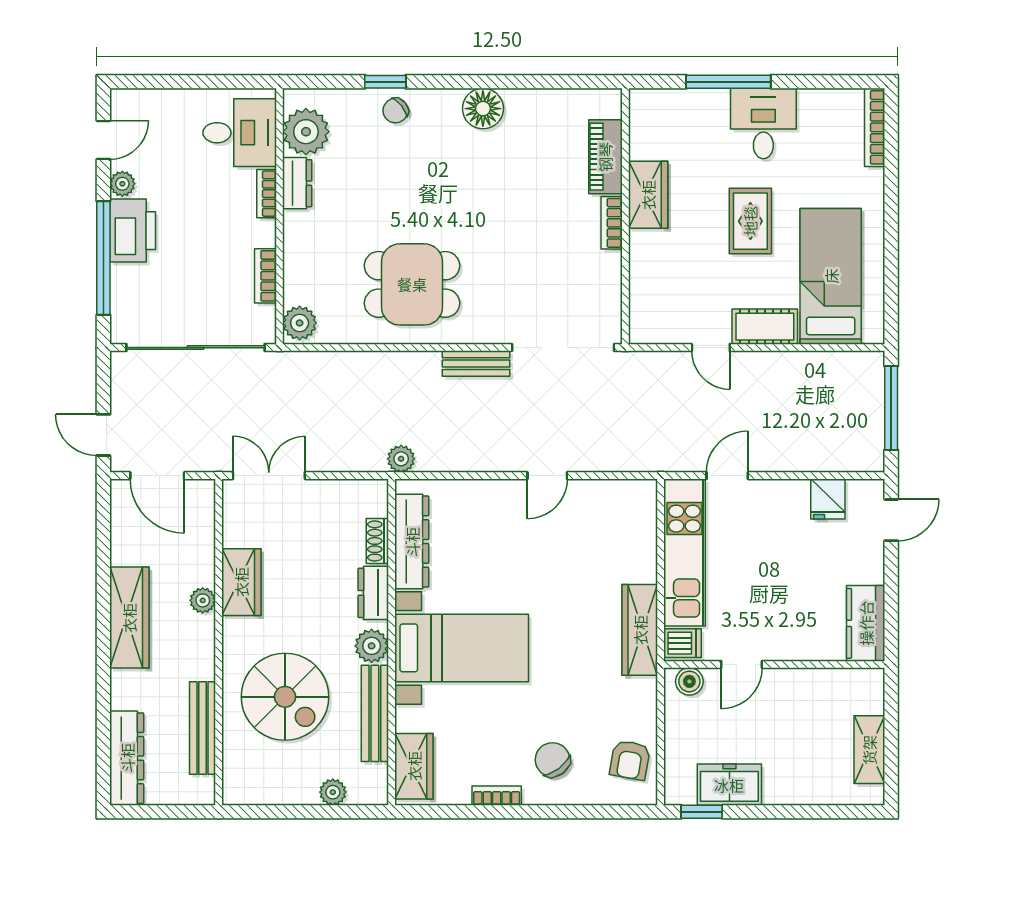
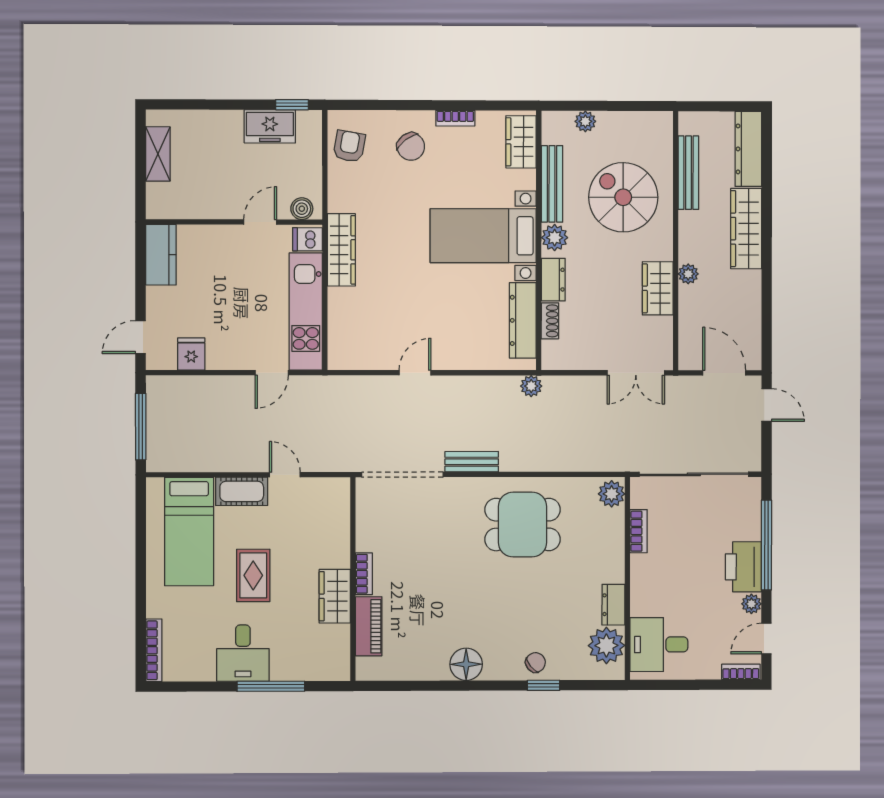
bookcase: (267, 194) -> (741, 672), moved, turned -90
wardrobe: (129, 618) -> (746, 229), moved

